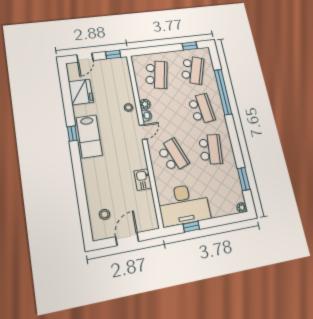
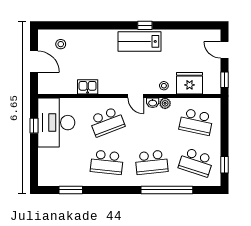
fridge: (81, 92) -> (190, 83), moved, turned 180
plant: (242, 208) -> (43, 181), removed

